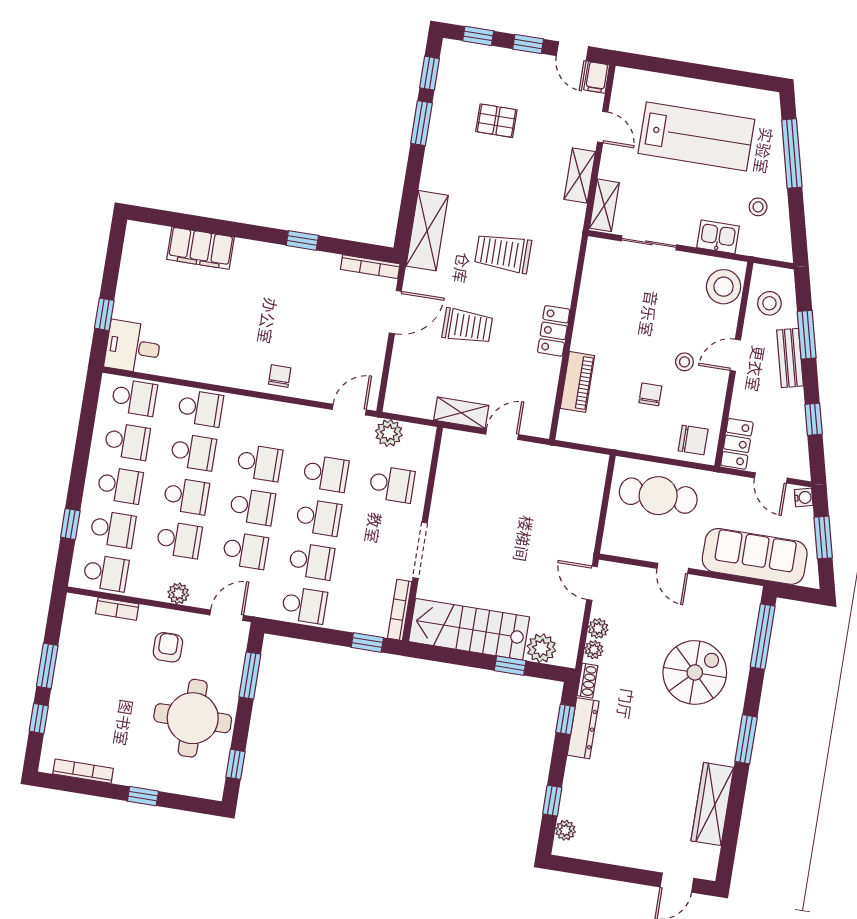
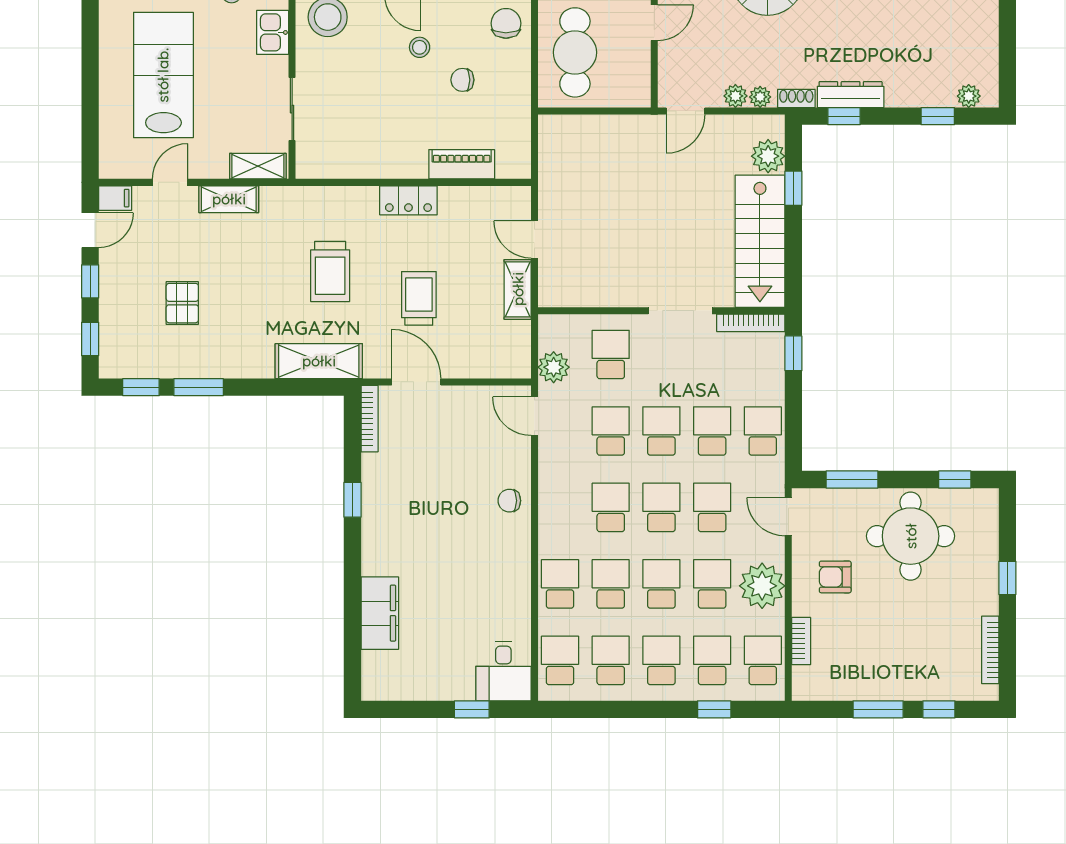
plant: (178, 593) -> (762, 586), width x1.87, depth x1.87

